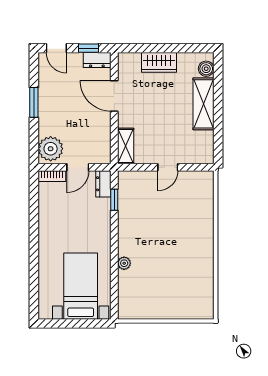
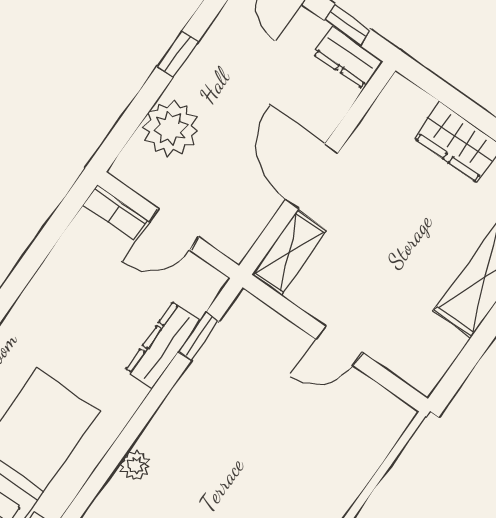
door: (114, 96) -> (312, 176), moved
window: (34, 102) -> (178, 54), width x0.67
plant: (51, 149) -> (171, 128), moved
dresser: (103, 184) -> (163, 345), moved, width x1.44

